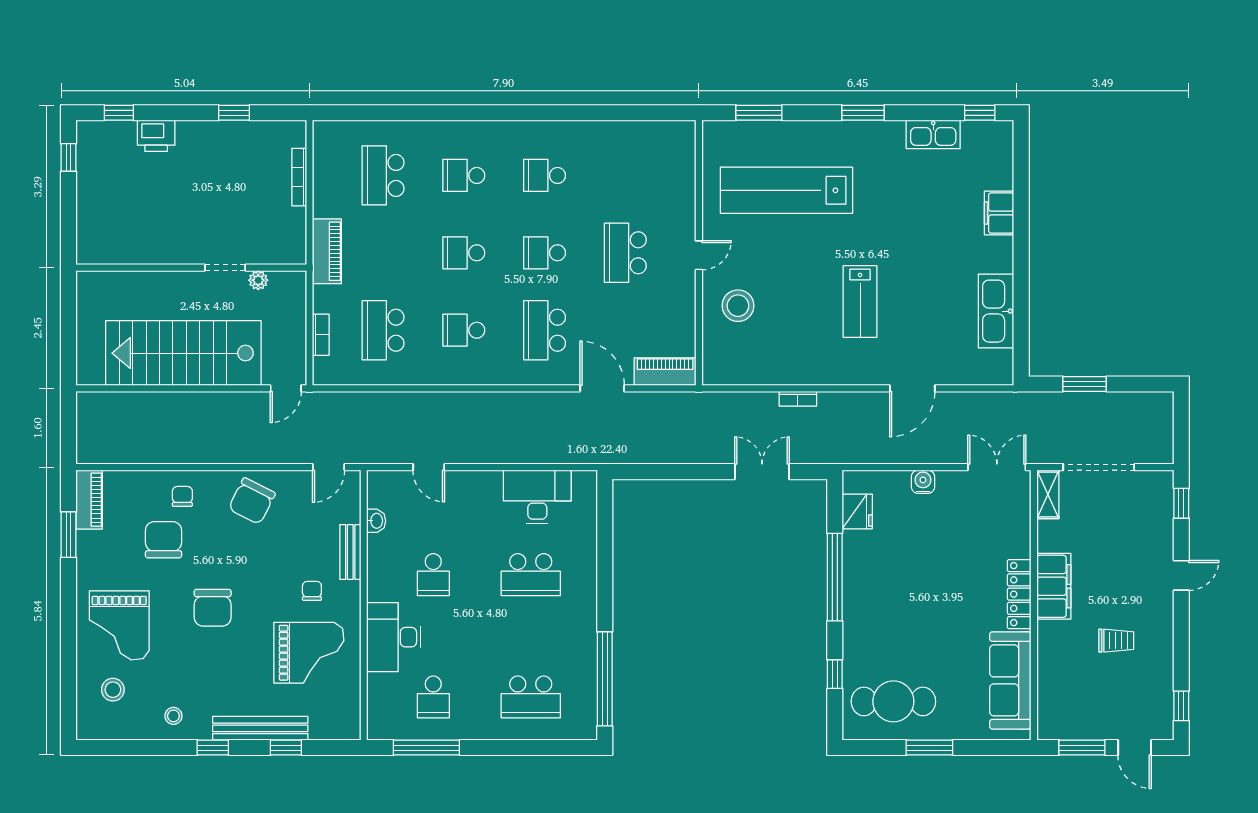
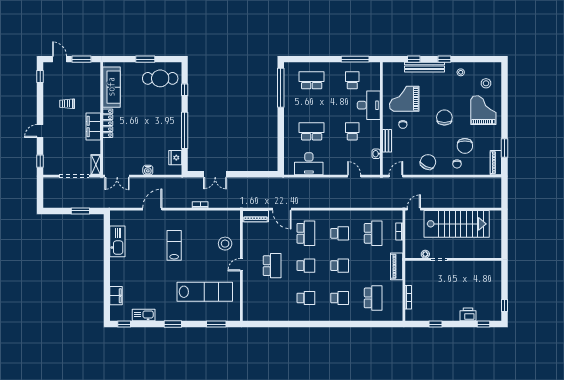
filing cabinet: (999, 213) -> (116, 296), moved

